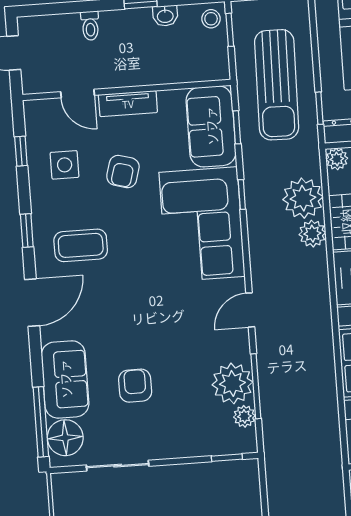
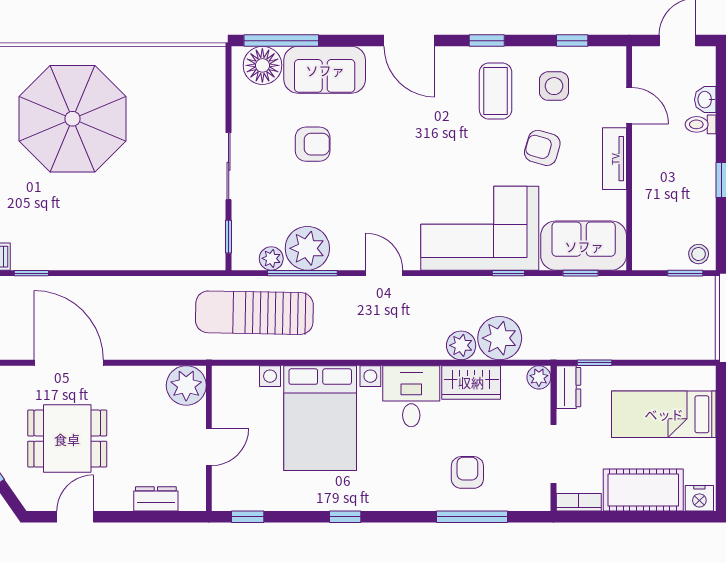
washbasin: (165, 16) -> (705, 100), moved
sun lounger: (277, 85) -> (254, 313), moved
door: (78, 94) -> (629, 106), swing flipped
coffee table: (81, 245) -> (496, 91), moved
sliding door: (118, 466) -> (229, 166), moved

